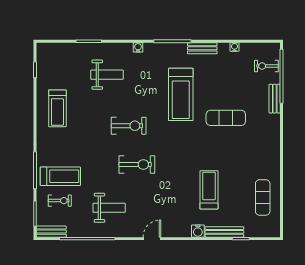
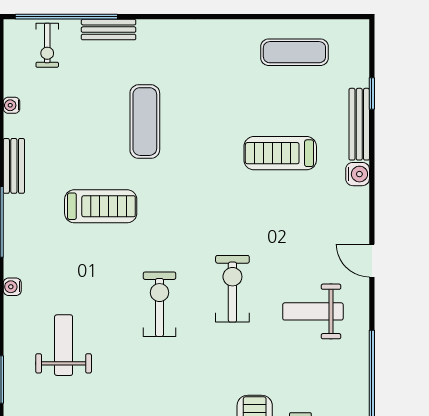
treadmill: (181, 94) -> (101, 206), width x0.73, depth x0.73
weight bench: (109, 208) -> (313, 311), moved, turned -90

